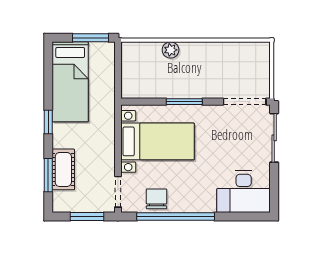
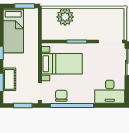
plant: (171, 50) -> (65, 17), width x1.87, depth x1.87

